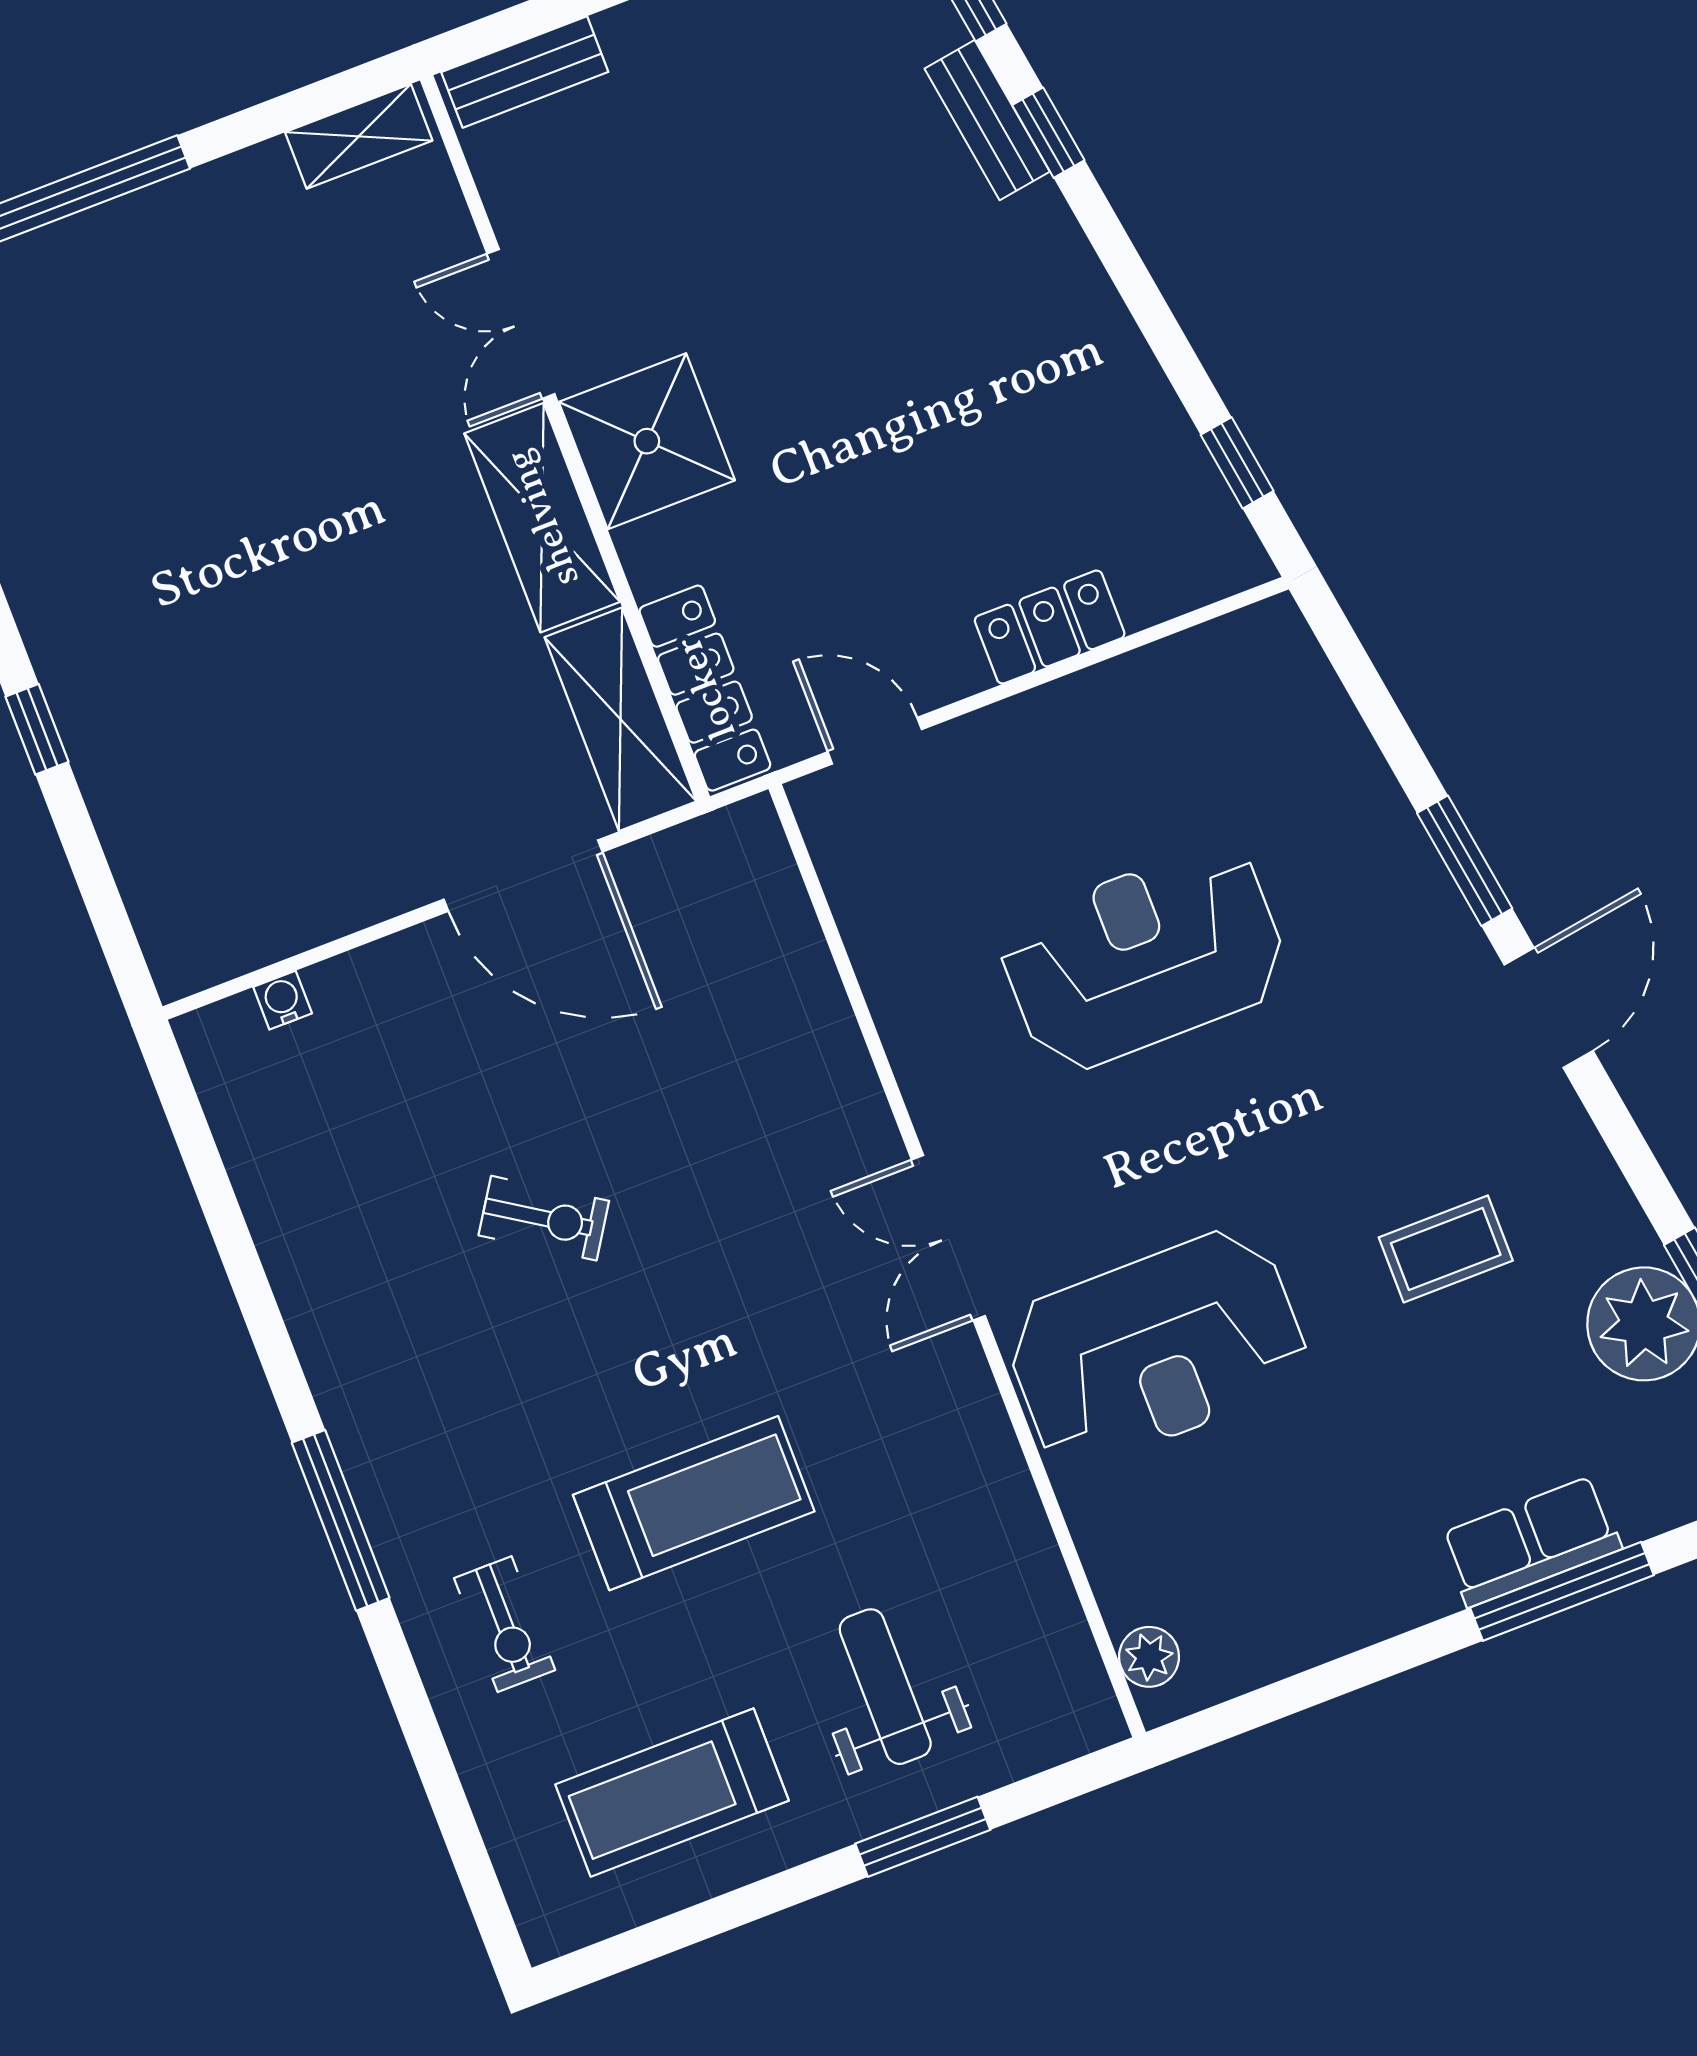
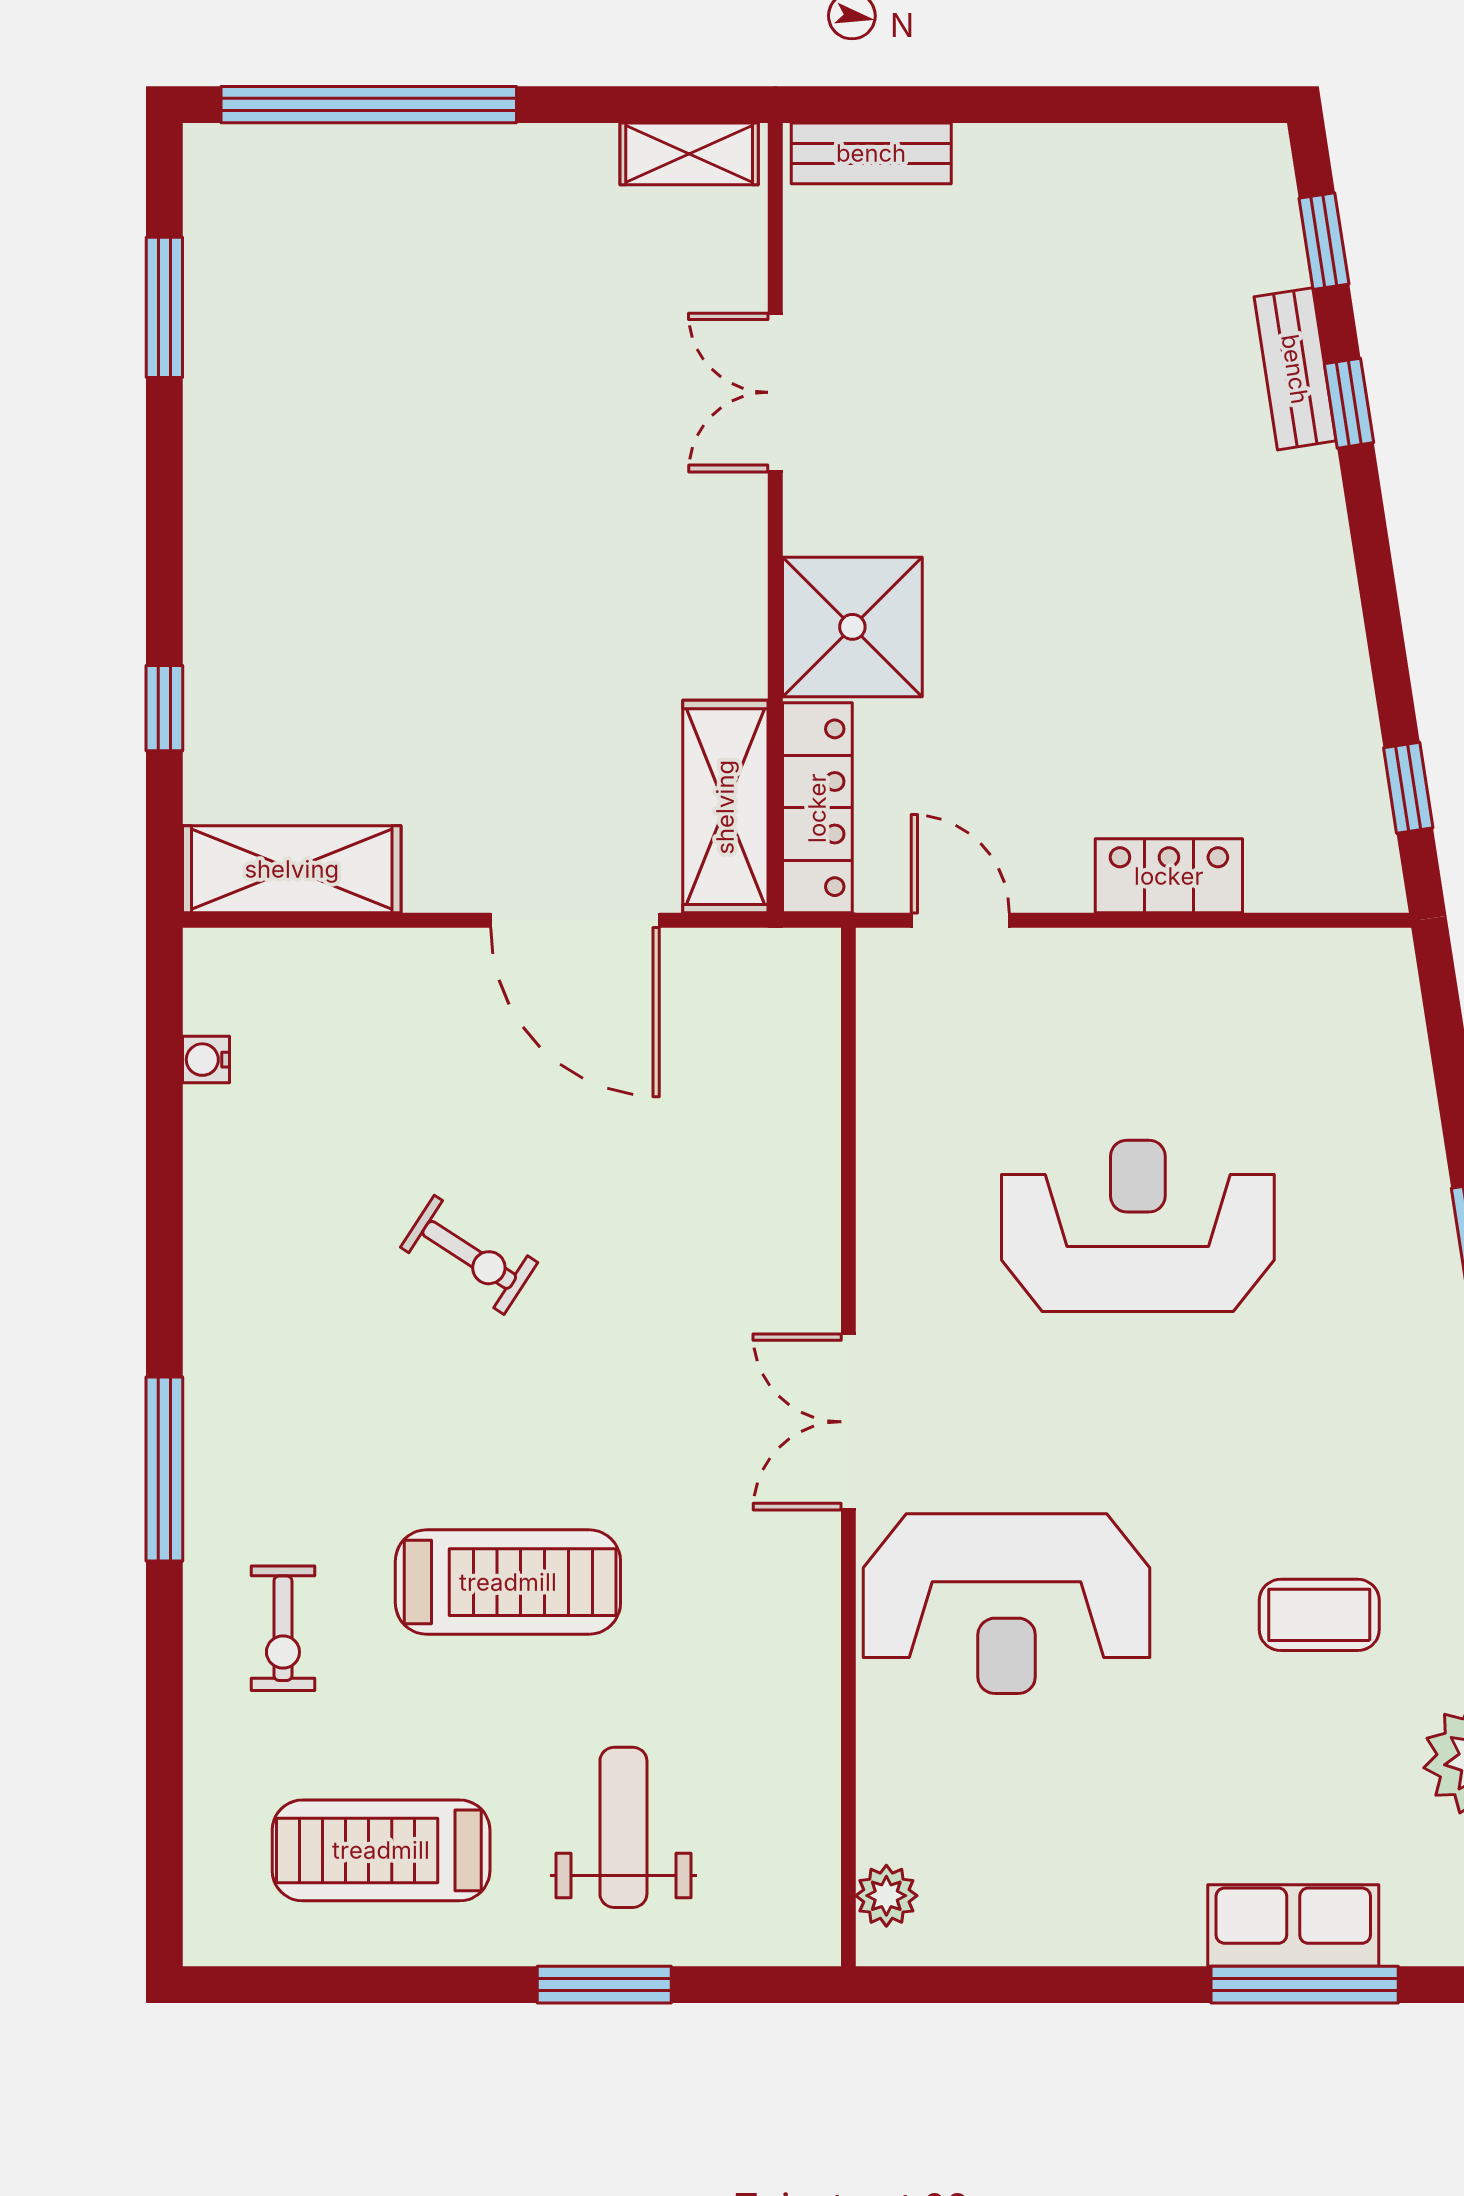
shower: (647, 441) -> (852, 627), moved
shelving: (542, 518) -> (292, 869), moved, turned 90
window: (37, 729) -> (164, 708), moved
water cooler: (283, 1000) -> (206, 1060), moved, turned -90

